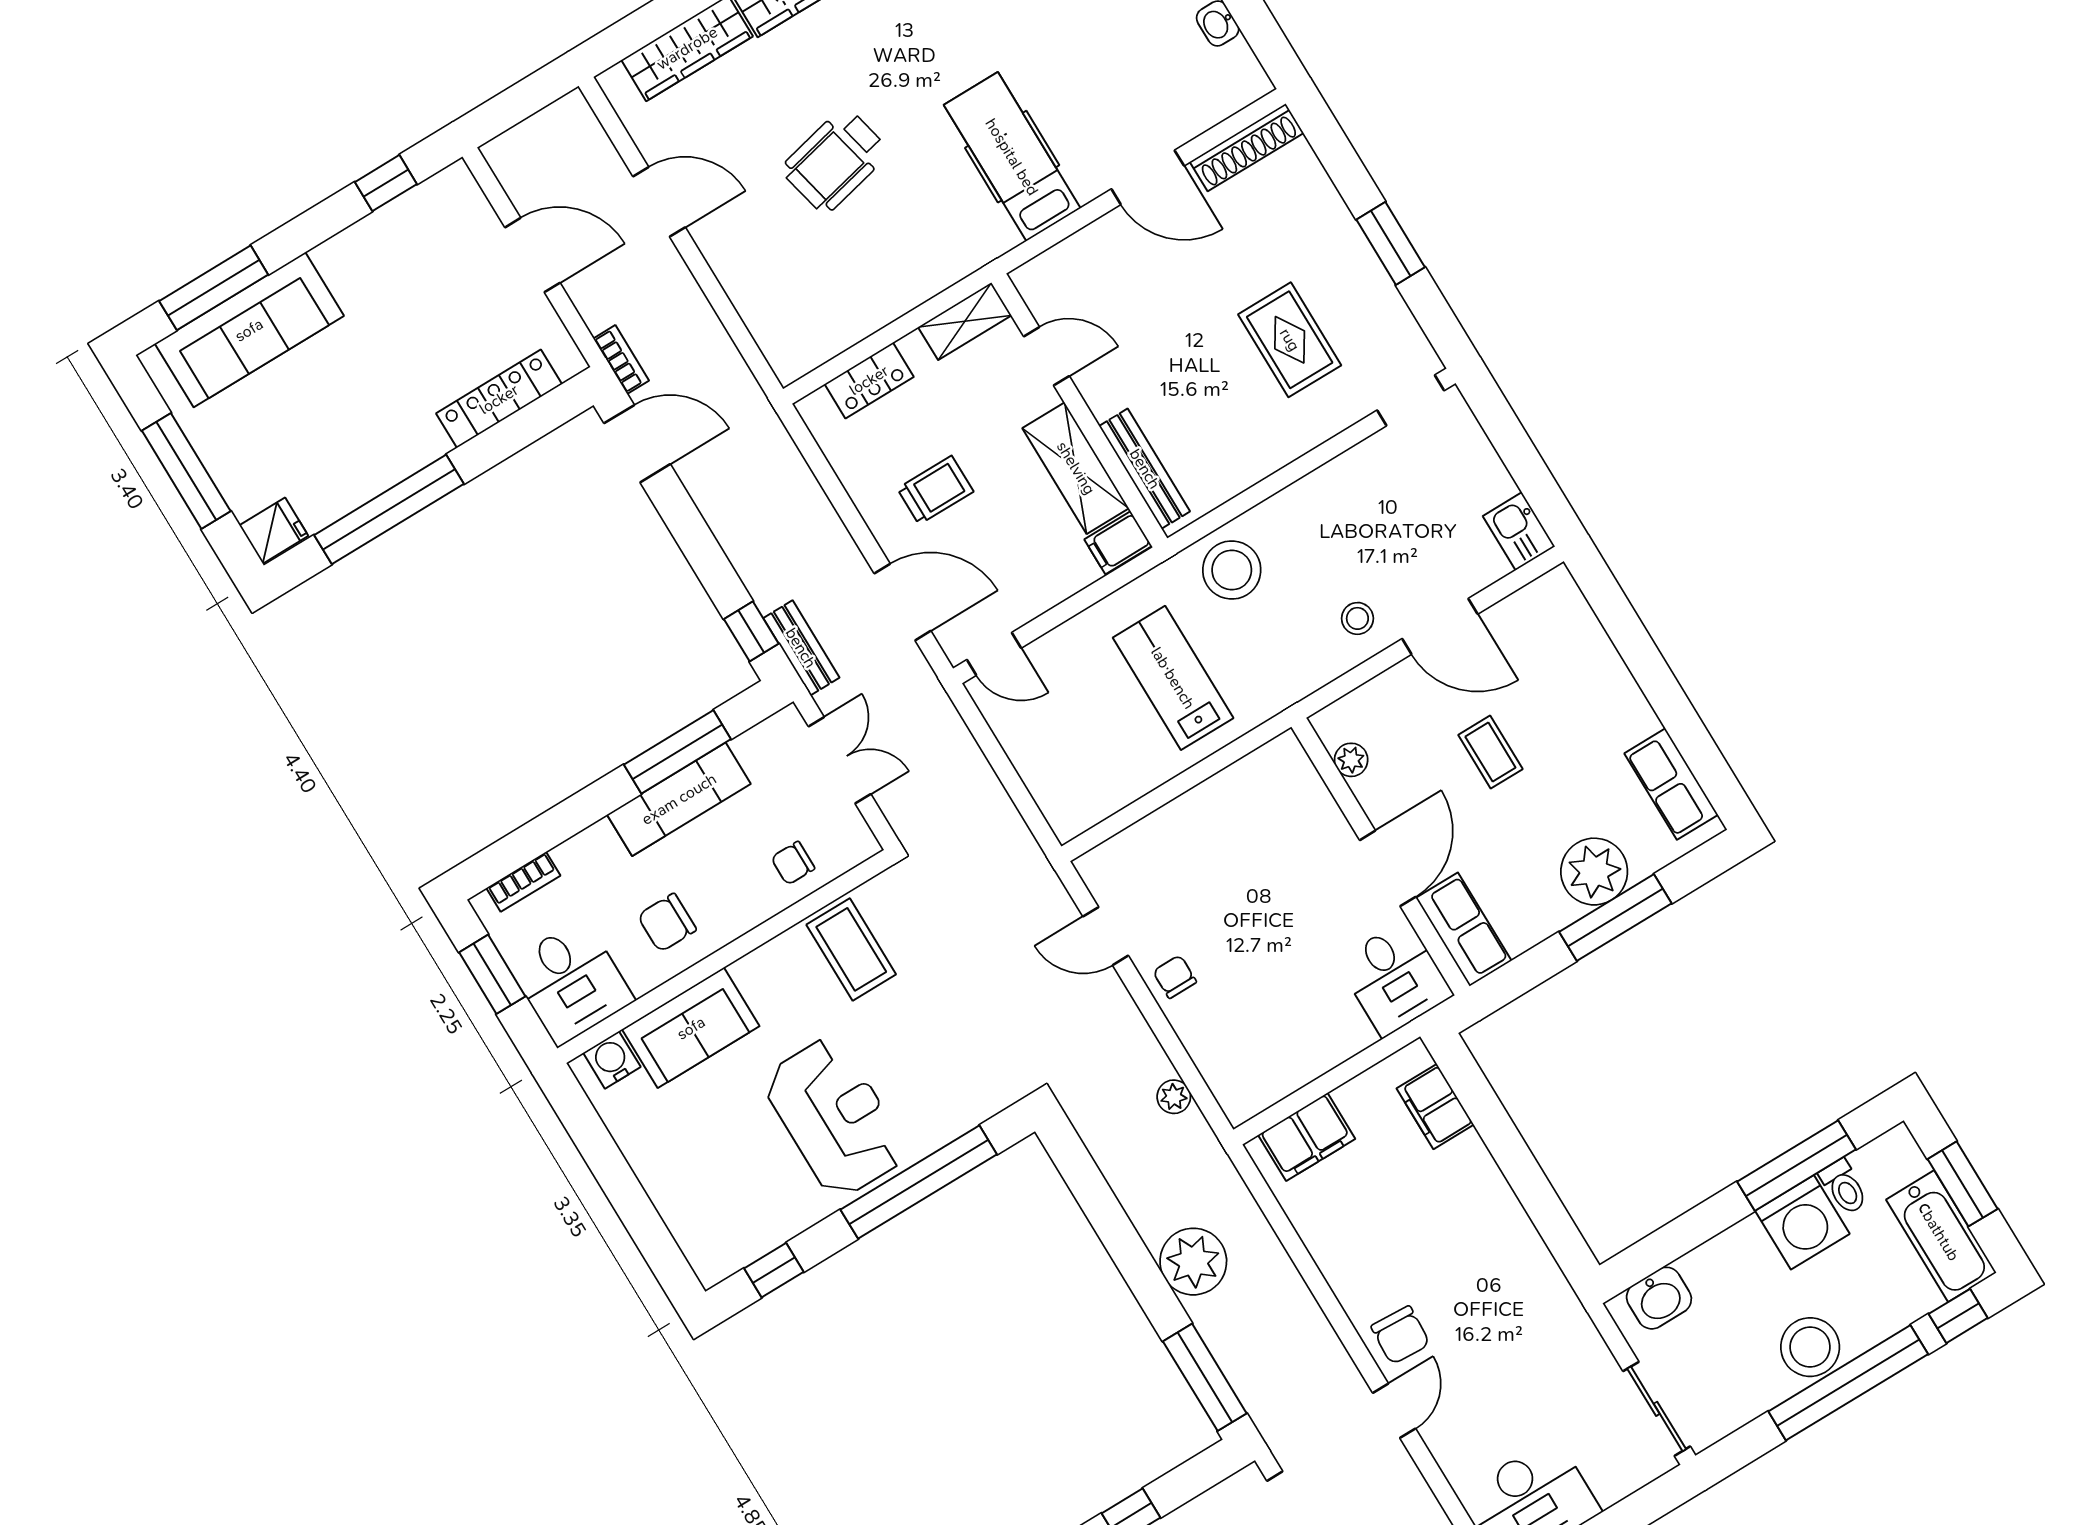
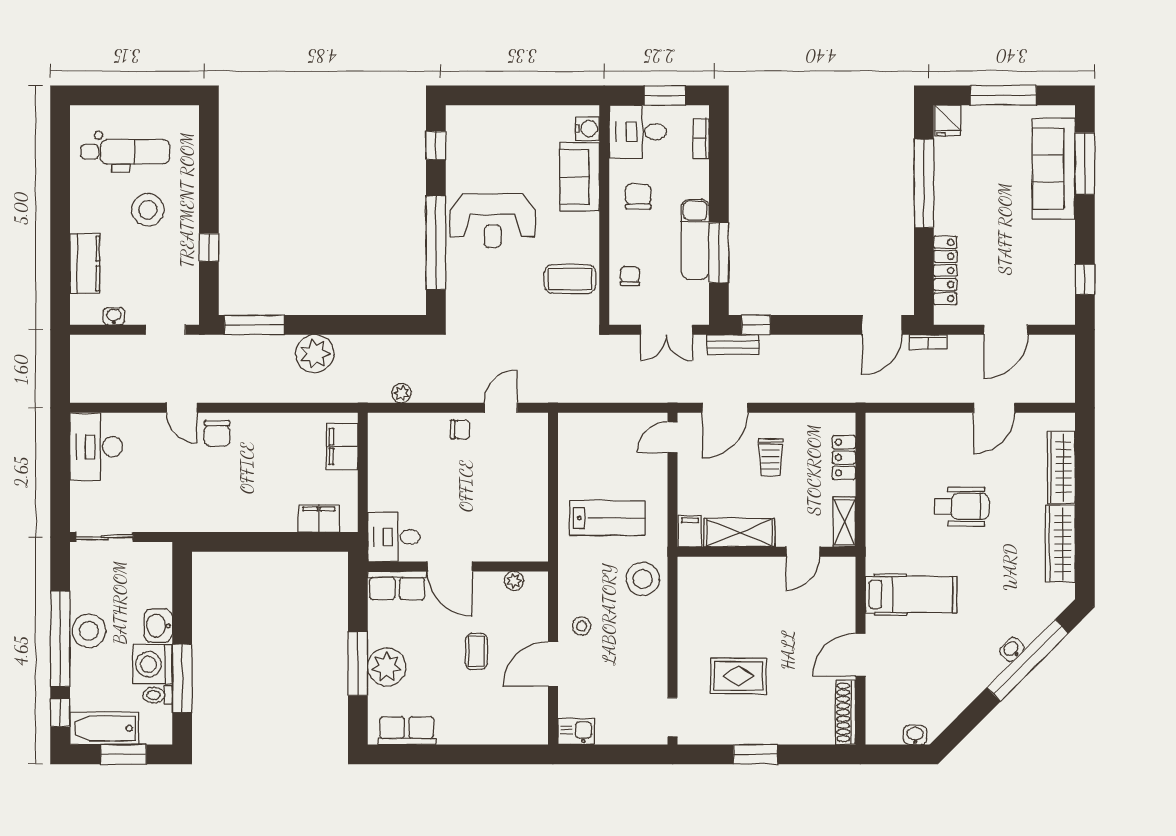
wheelchair: (835, 161) -> (962, 506), turned 103
bench: (1145, 469) -> (718, 566), removed
coffee table: (1490, 752) -> (476, 651), turned 90
washbasin: (1659, 1298) -> (158, 626), moved
chair: (1400, 1335) -> (217, 433), turned -93

